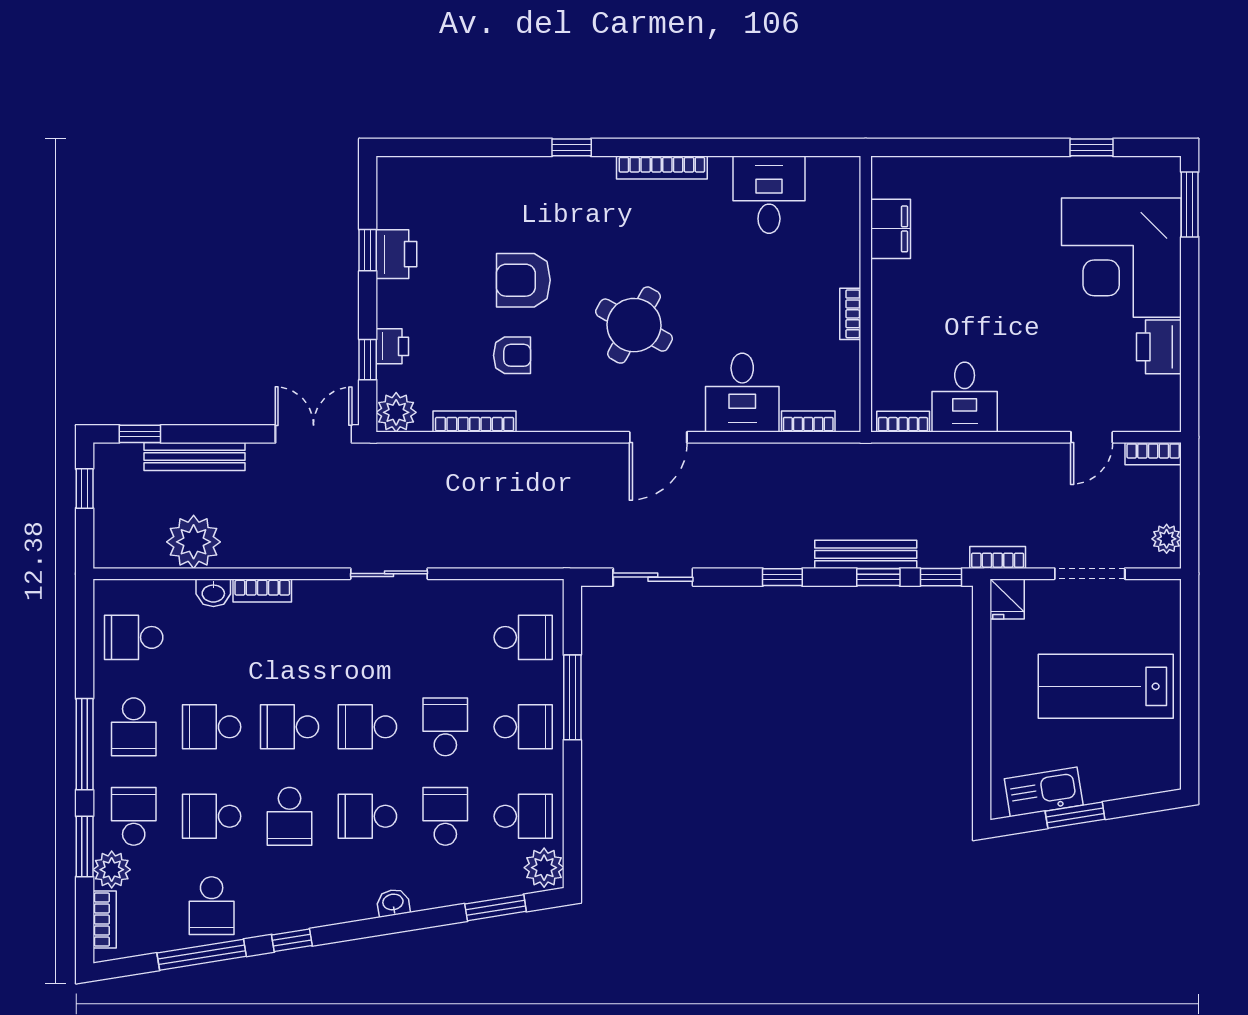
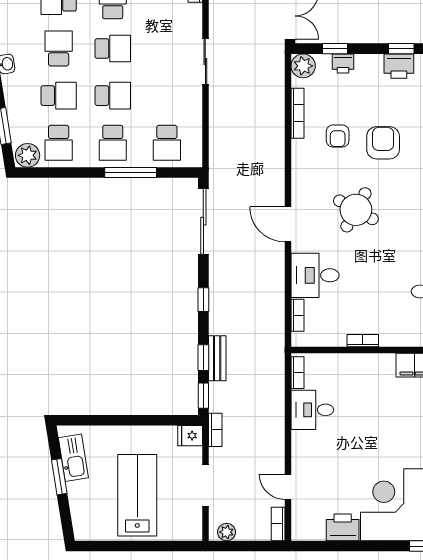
bench: (866, 554) -> (217, 358), width x0.73
sliding door: (653, 577) -> (203, 221), width x1.37
school desk: (367, 727) -> (113, 48), turned 90

